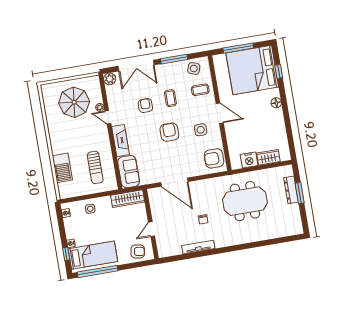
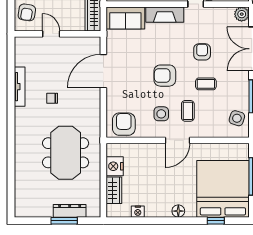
coffee table: (200, 90) -> (188, 111), moved
armchair: (145, 106) -> (202, 52), turned -90
armchair: (169, 132) -> (165, 76), turned 180
nightstand: (282, 135) -> (138, 212), added

